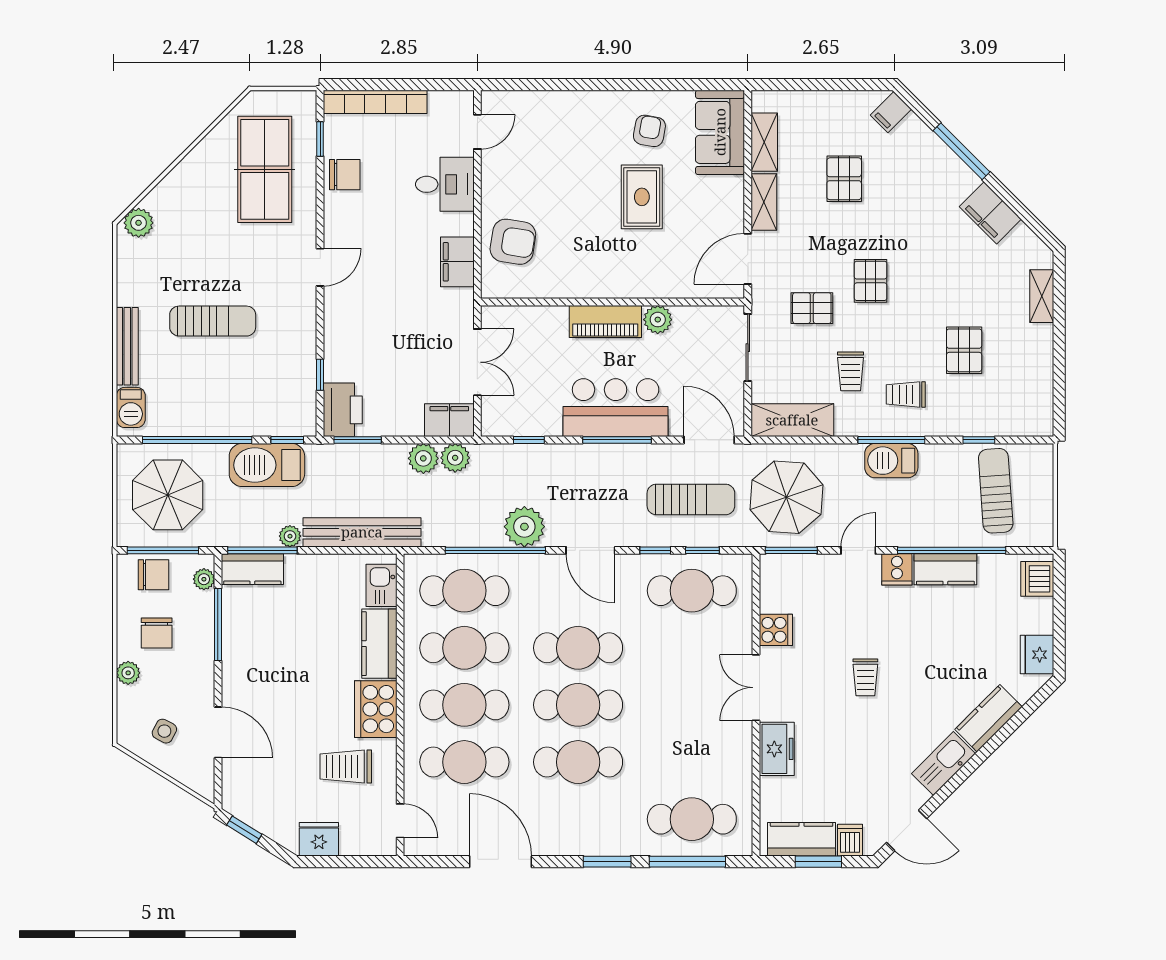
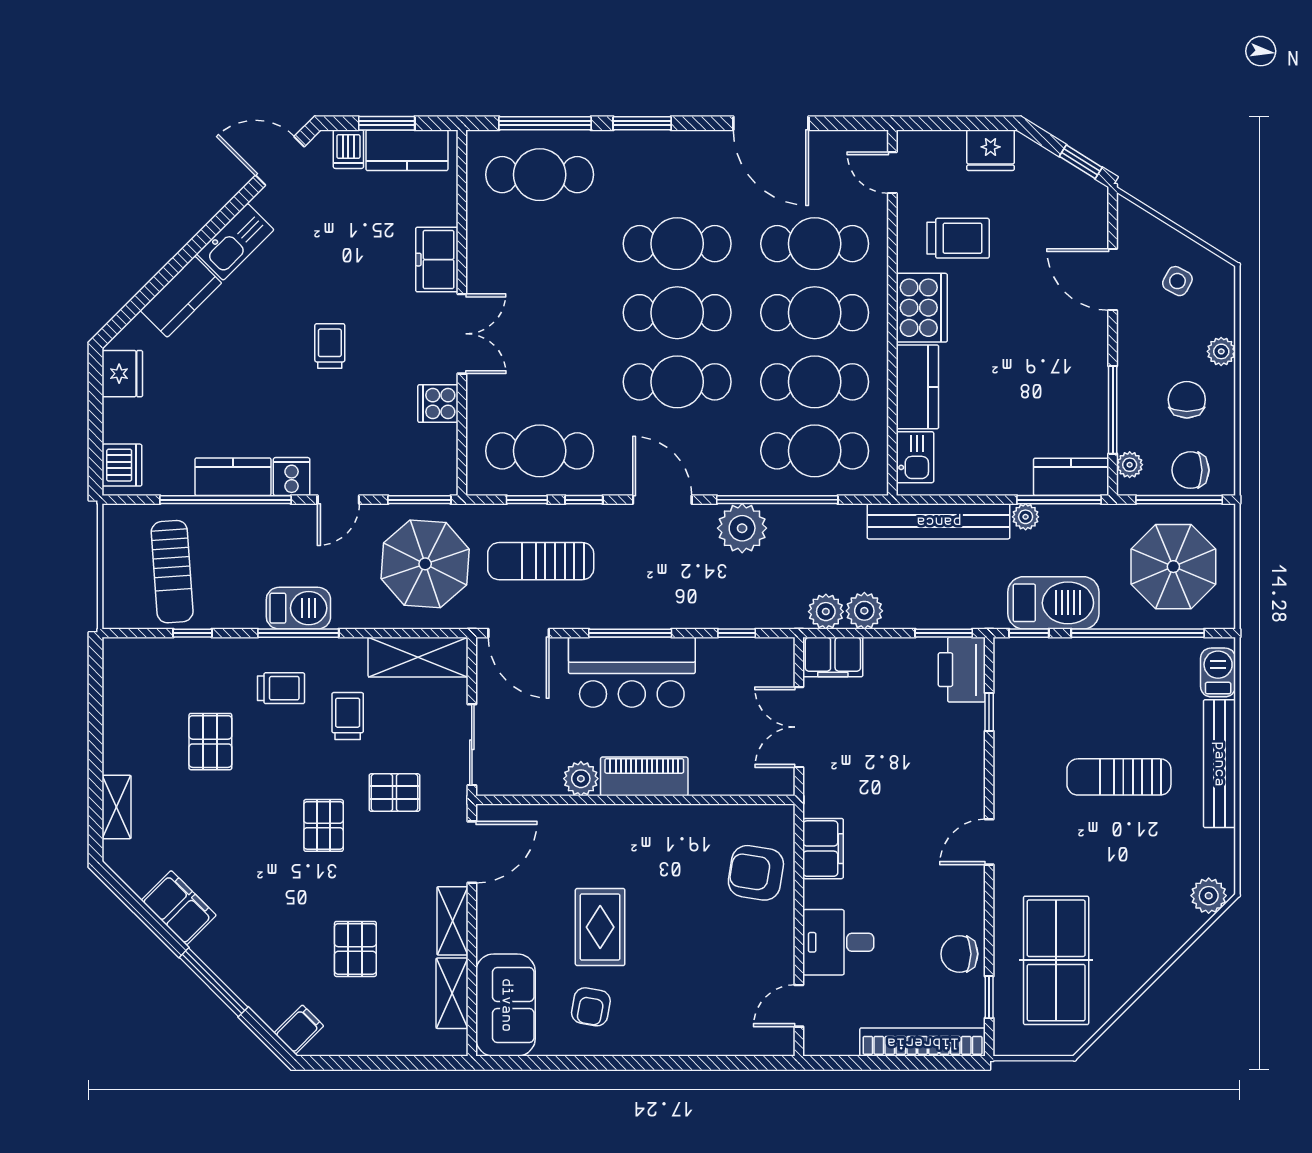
bench: (127, 346) -> (1219, 764), width x1.37, depth x1.21

